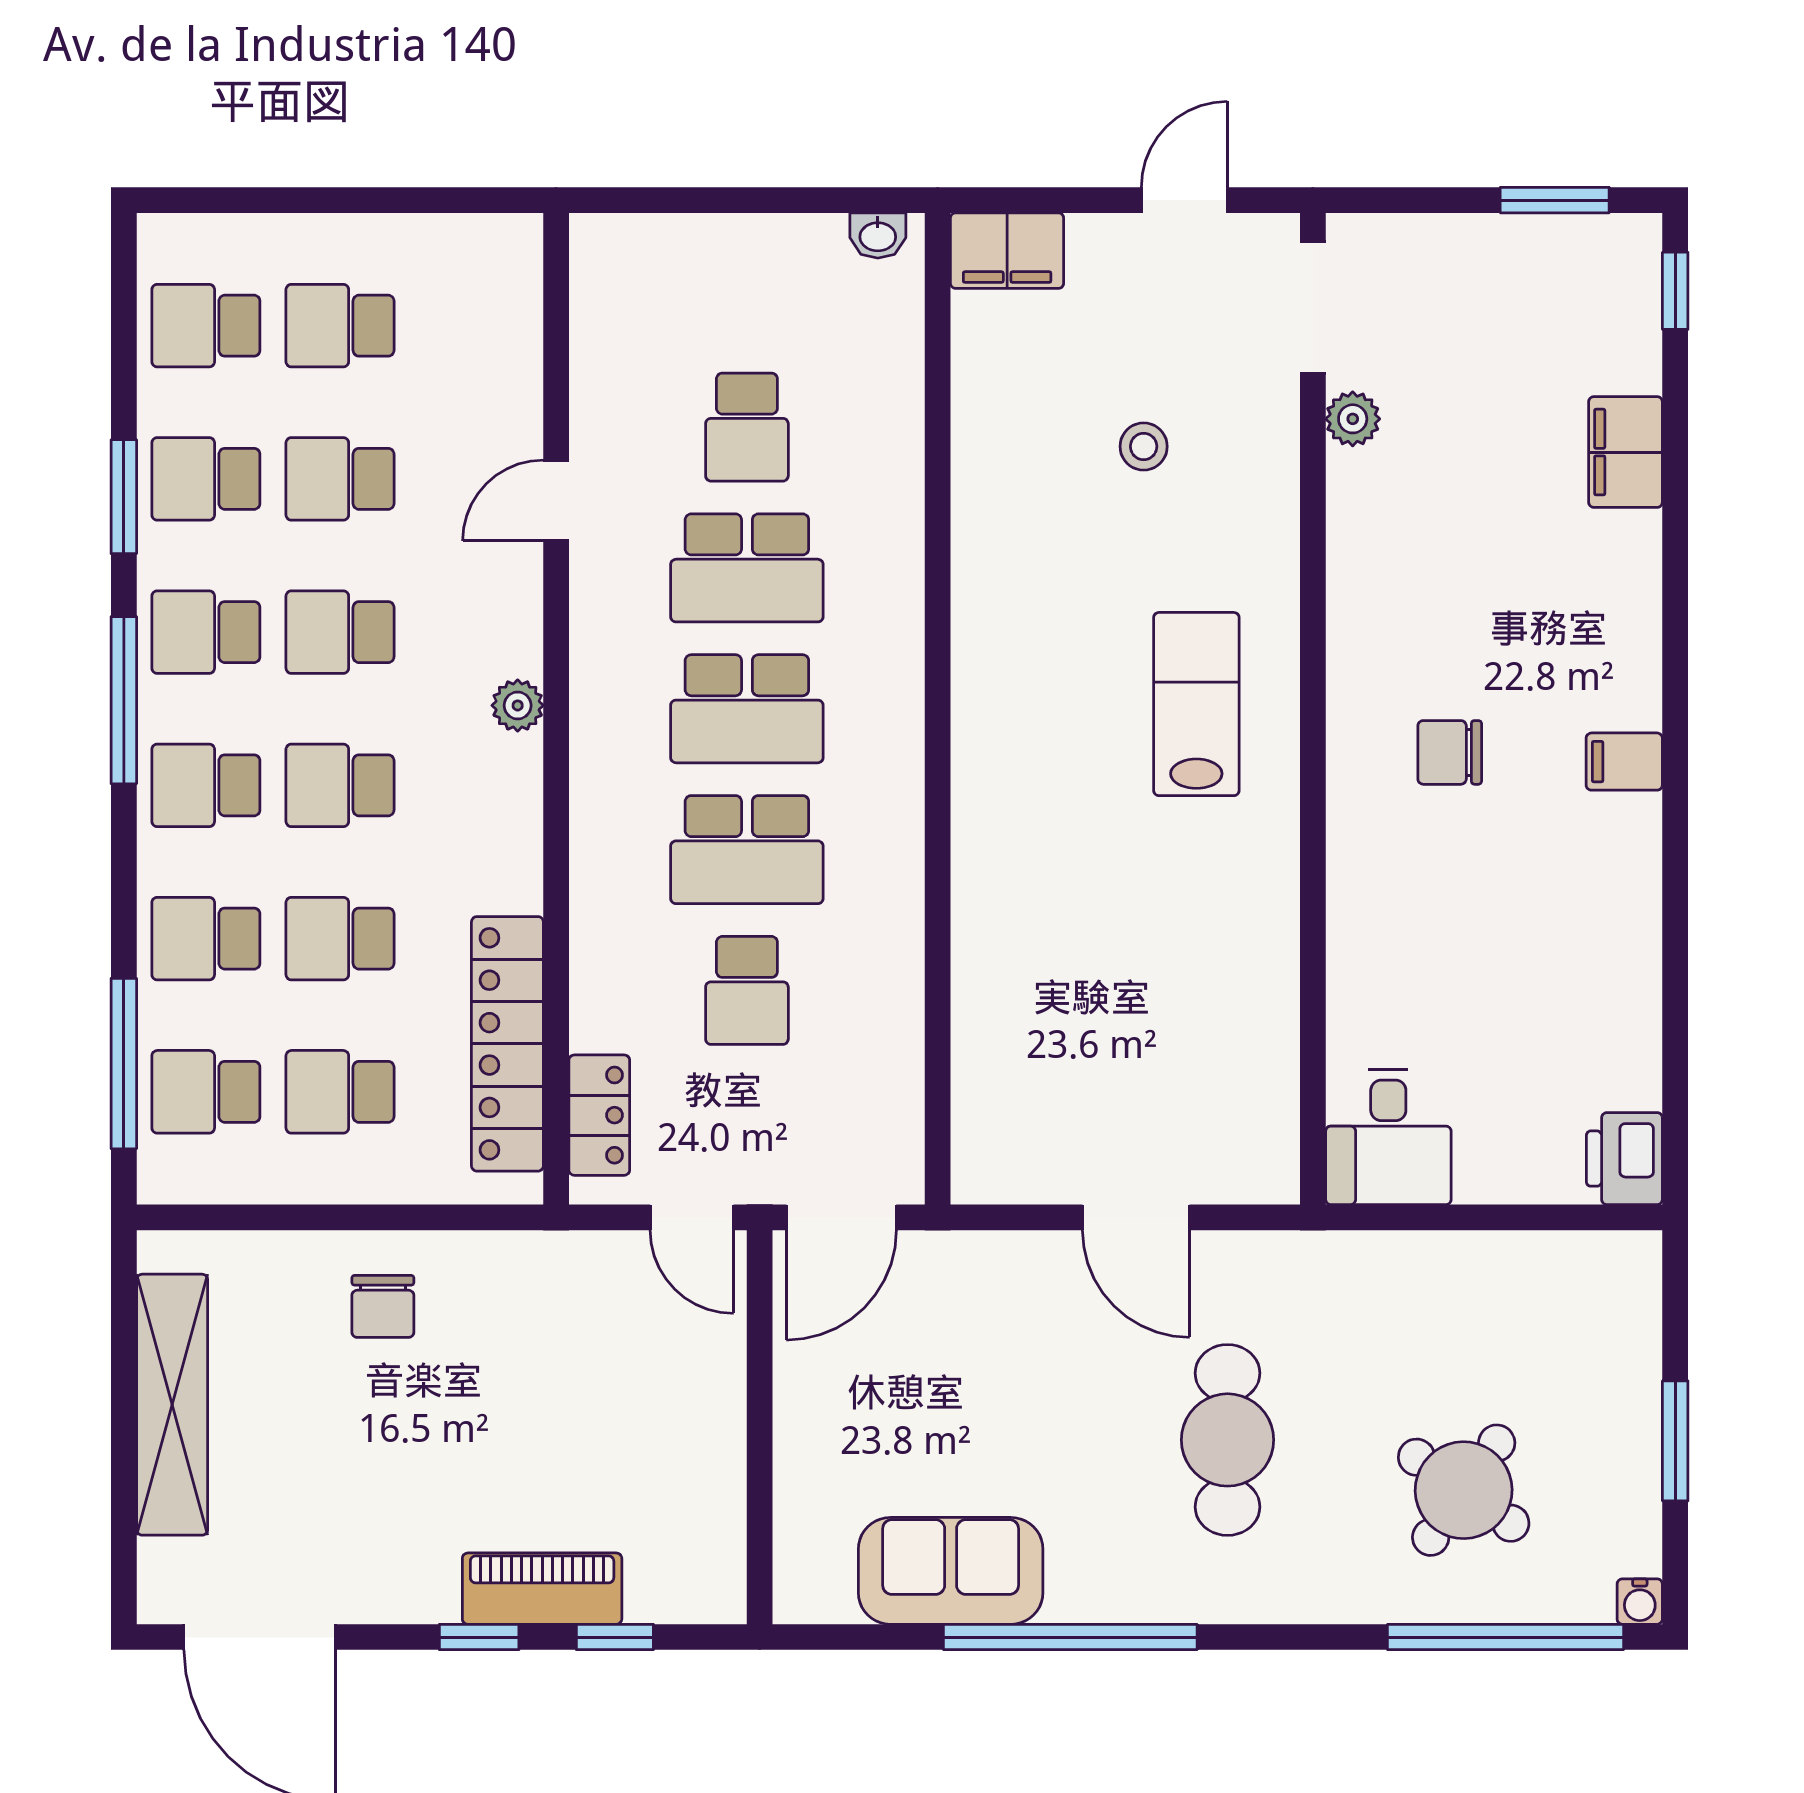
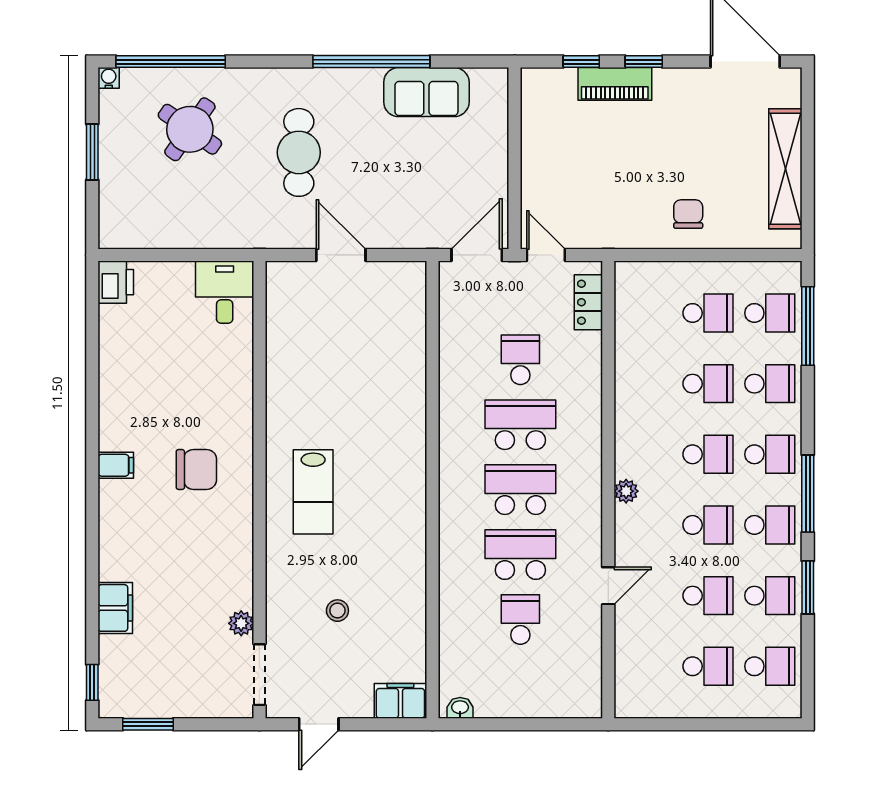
chair: (1450, 752) -> (196, 469), width x1.37, depth x1.37
locker: (507, 1044) -> (631, 335), removed

